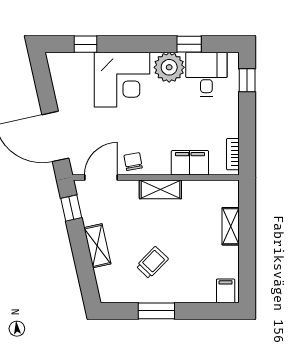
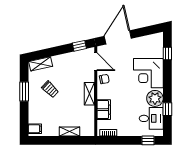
shelving: (97, 246) -> (41, 64), moved

